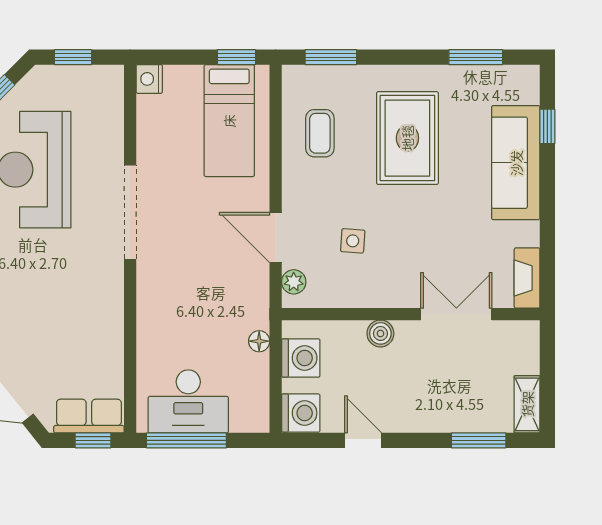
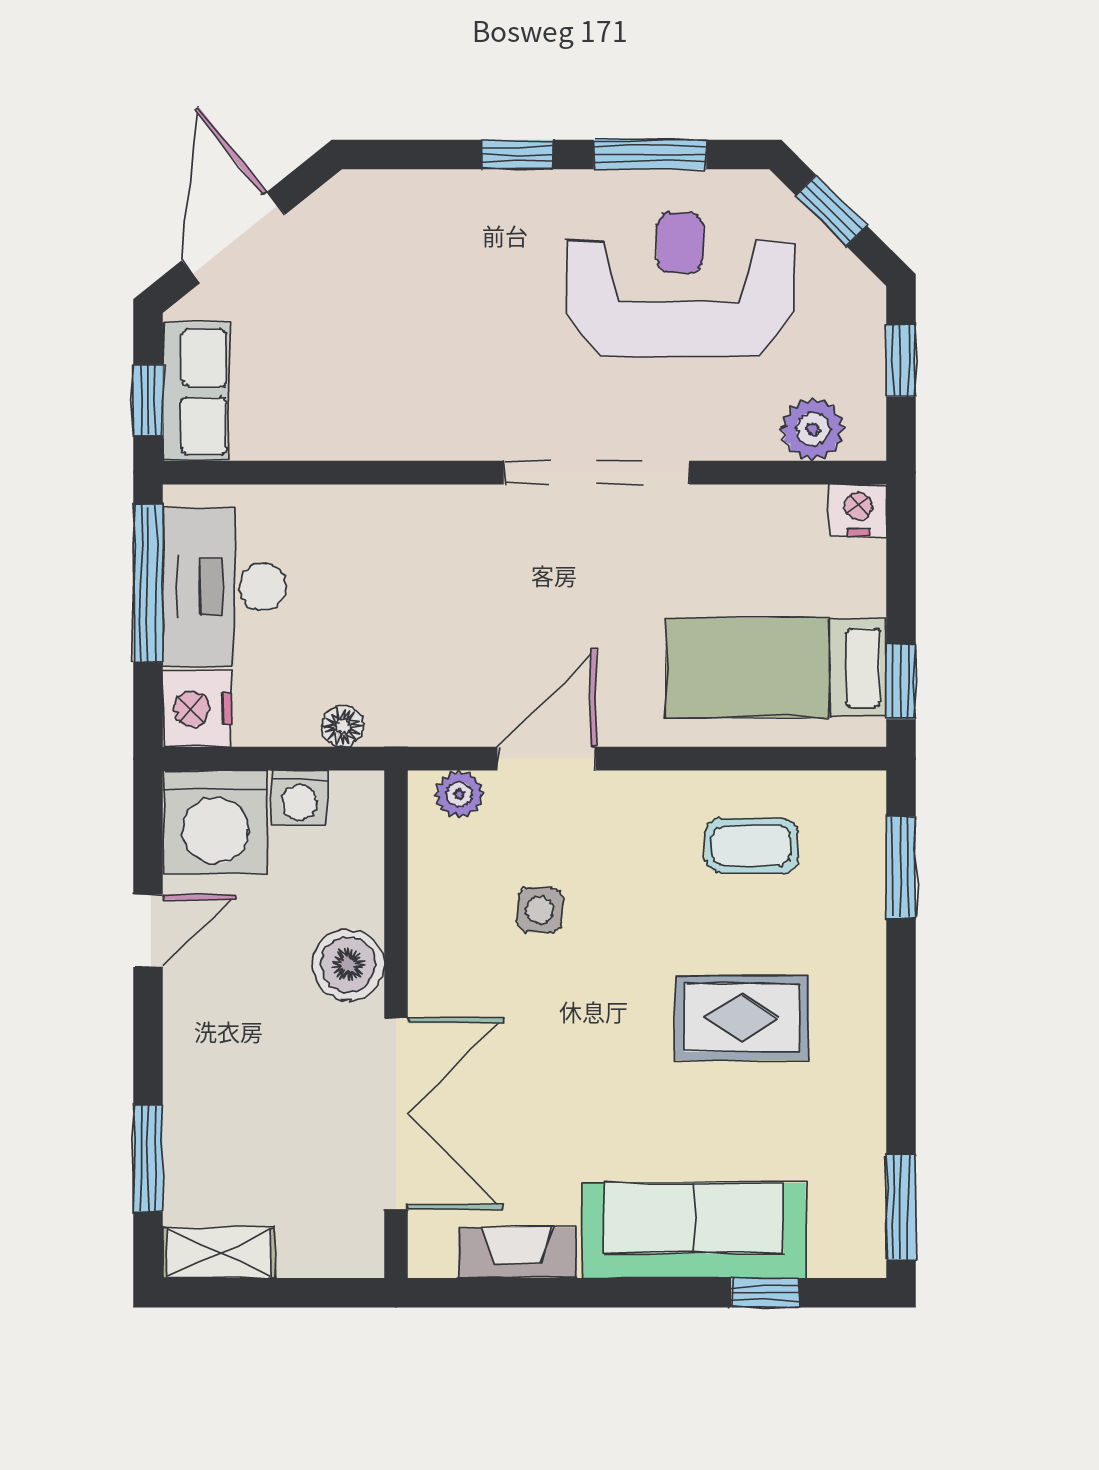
window: (476, 57) -> (901, 1208), moved
plant: (108, 102) -> (813, 429), added
rug: (407, 138) -> (742, 1018), width x0.73, depth x0.70
fireplace: (527, 278) -> (518, 1253), moved
double door: (456, 314) -> (396, 1114), width x1.37
boiler: (380, 333) -> (348, 965), width x1.36, depth x1.36
washing machine: (301, 358) -> (299, 798), width x0.73, depth x0.73
washing machine: (301, 413) -> (216, 822), width x1.37, depth x1.37
nightstand: (250, 415) -> (197, 709), added

